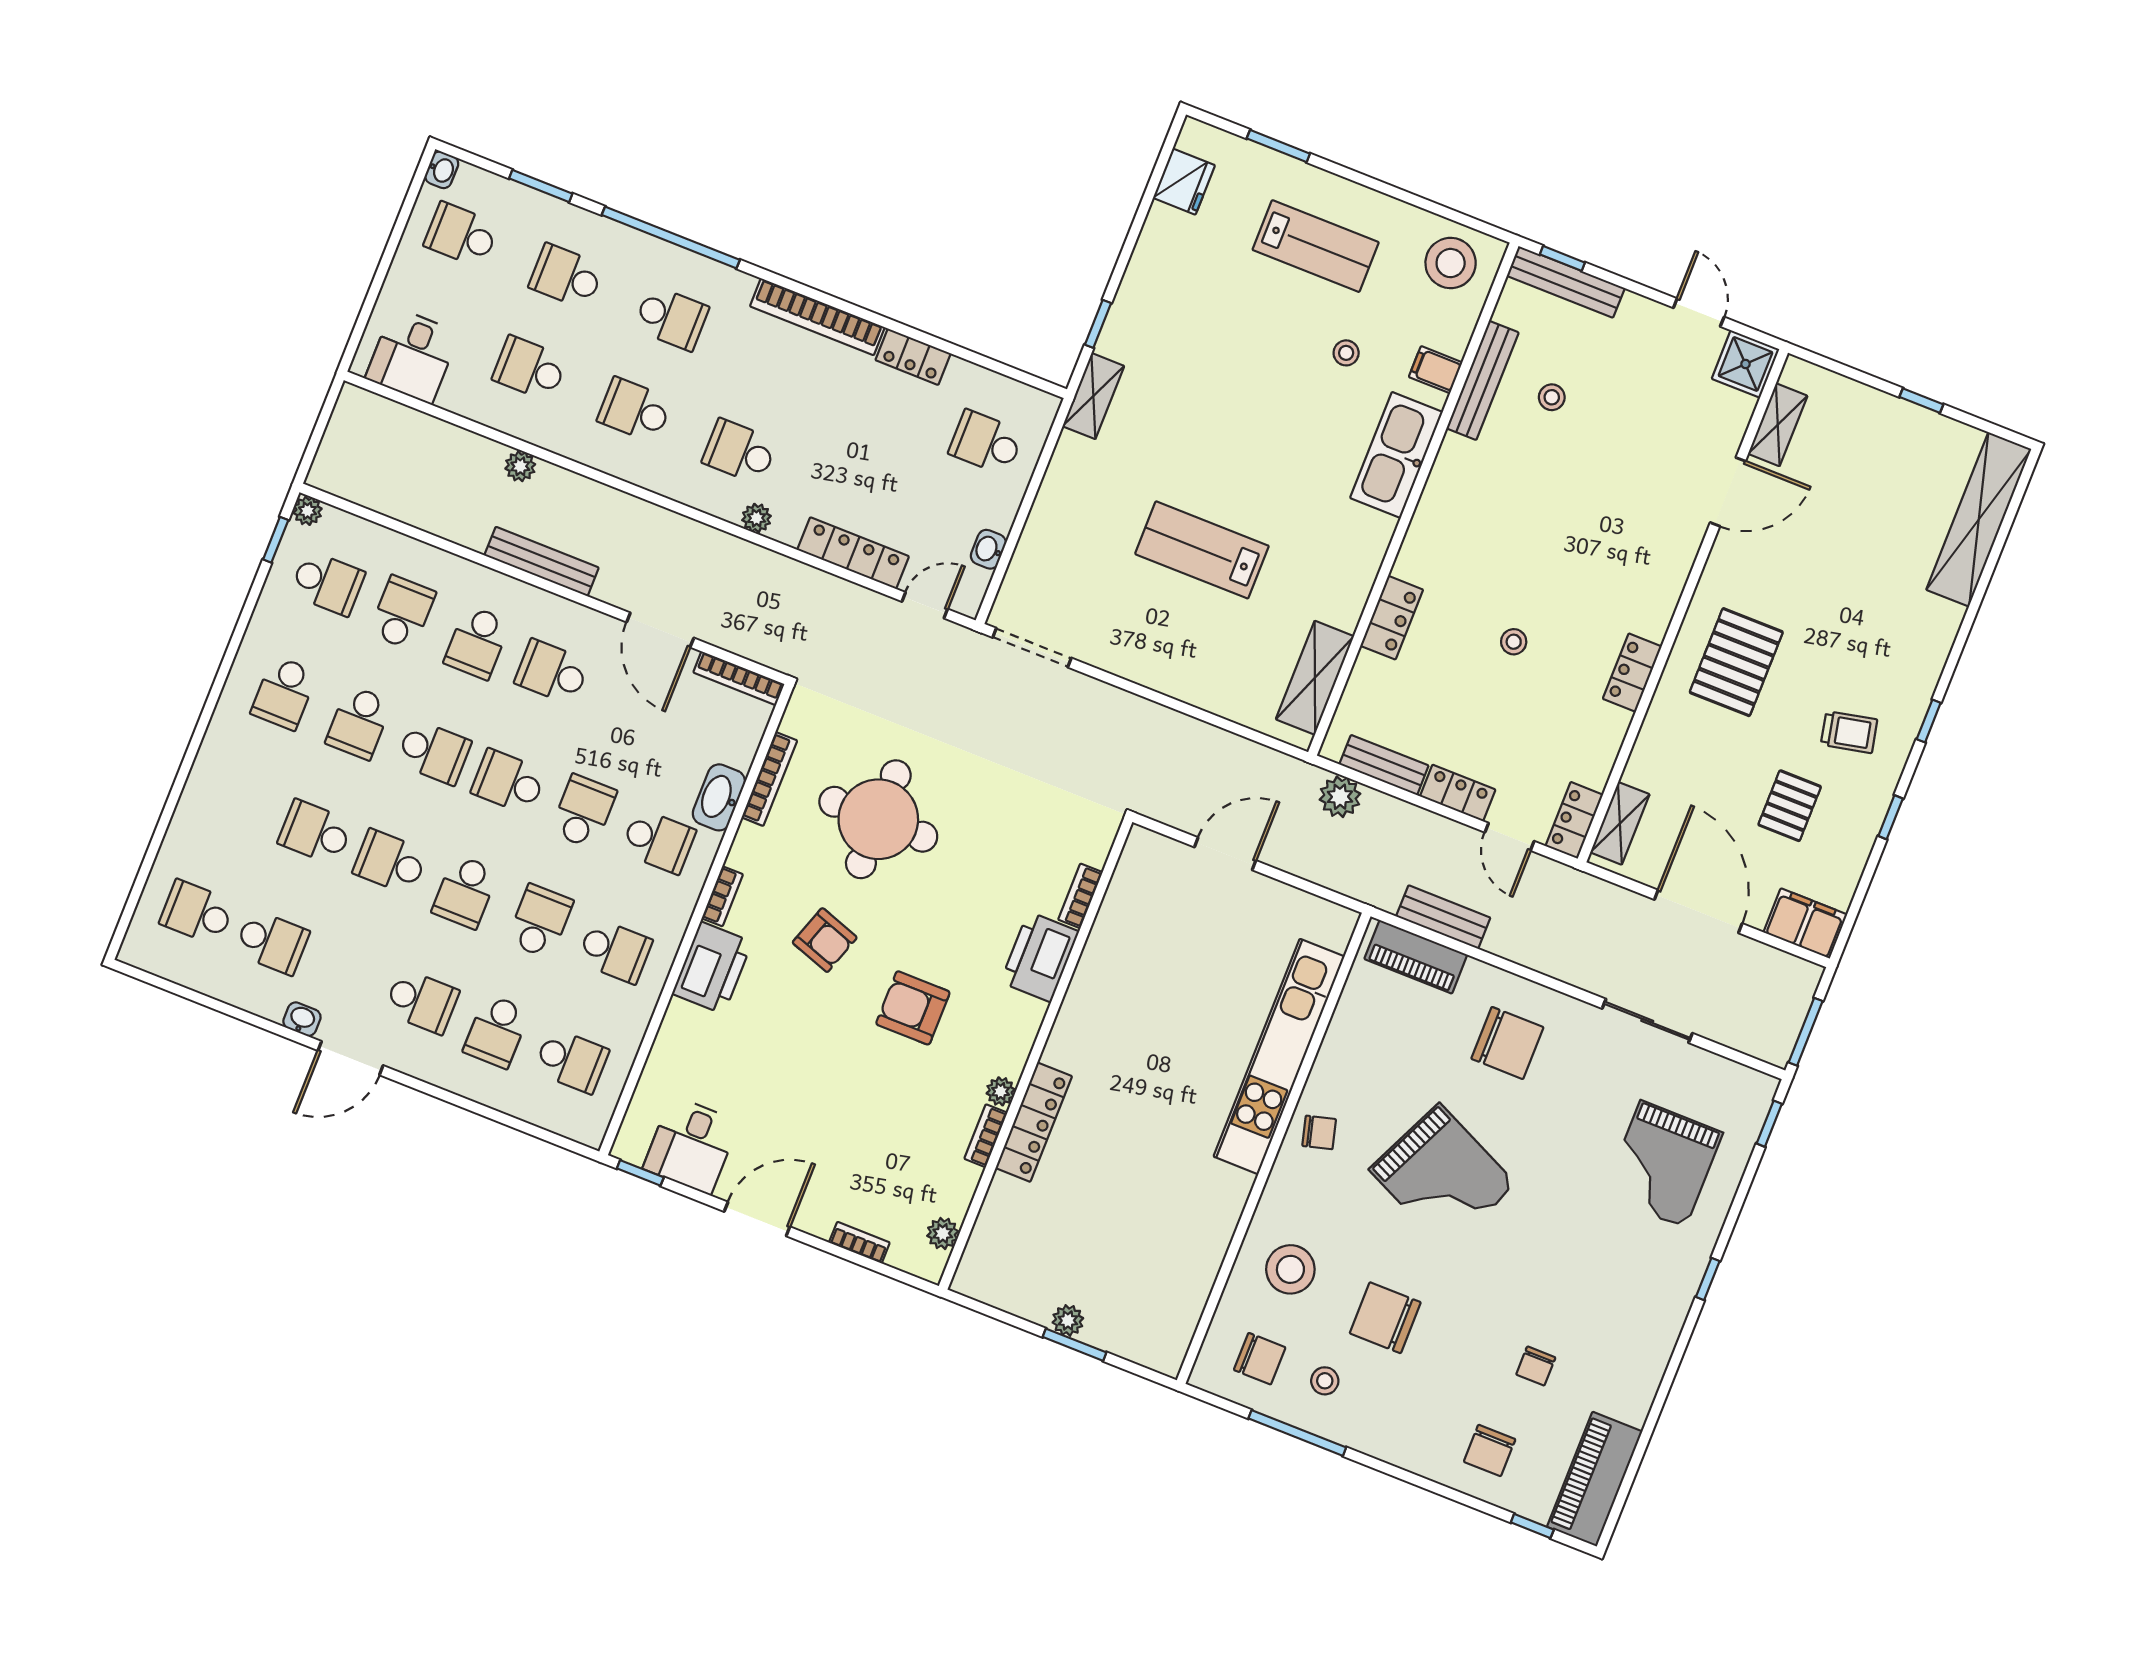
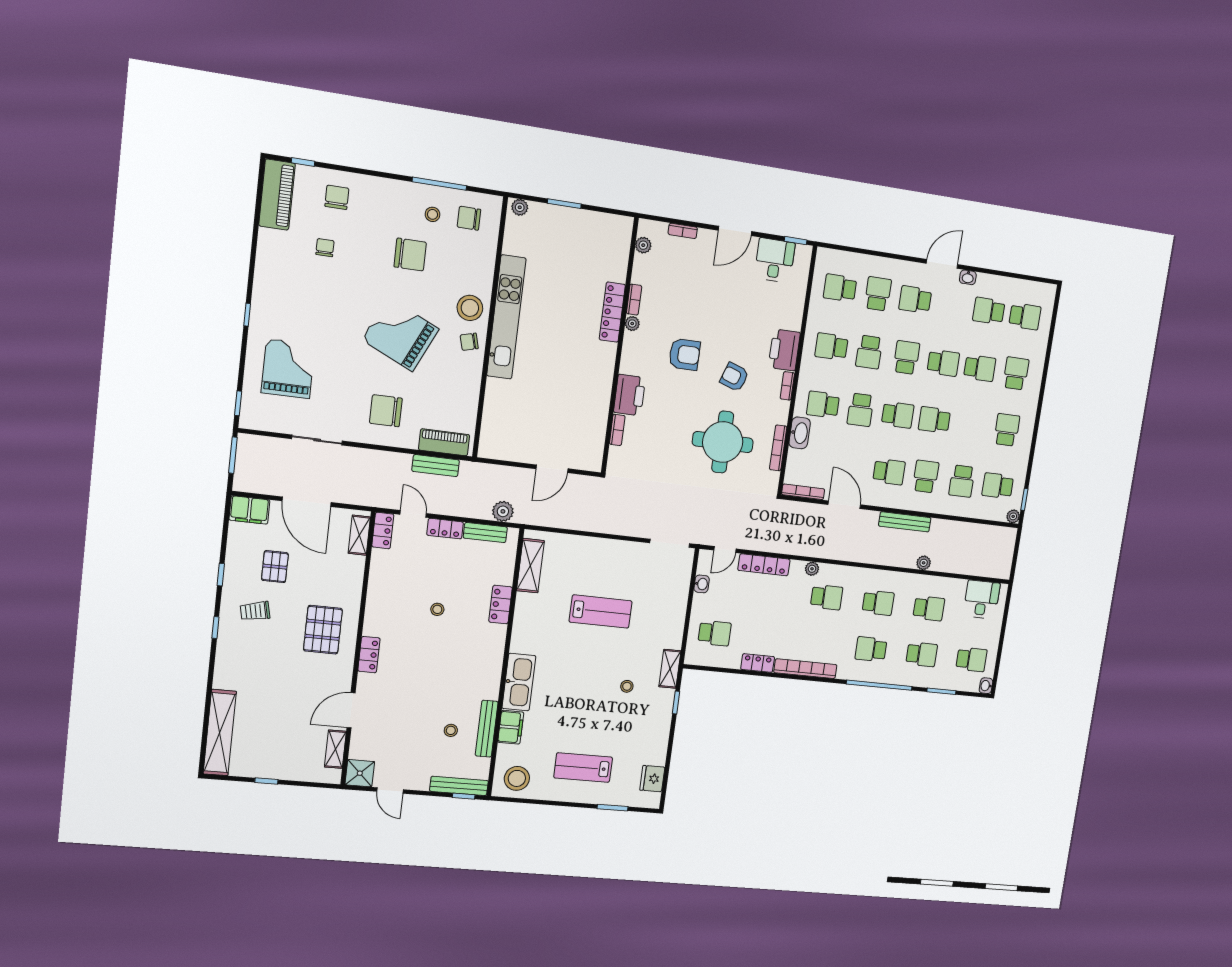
stool: (1346, 353) -> (627, 686), moved
filing cabinet: (1436, 370) -> (511, 727), width x2.00
locker: (1632, 673) -> (369, 655), moved
school desk: (359, 723) -> (1016, 373), moved
kitchen unit: (1279, 1057) -> (506, 317), moved
stool: (1290, 1269) -> (470, 308), moved
plant: (1068, 1320) -> (520, 207), moved

